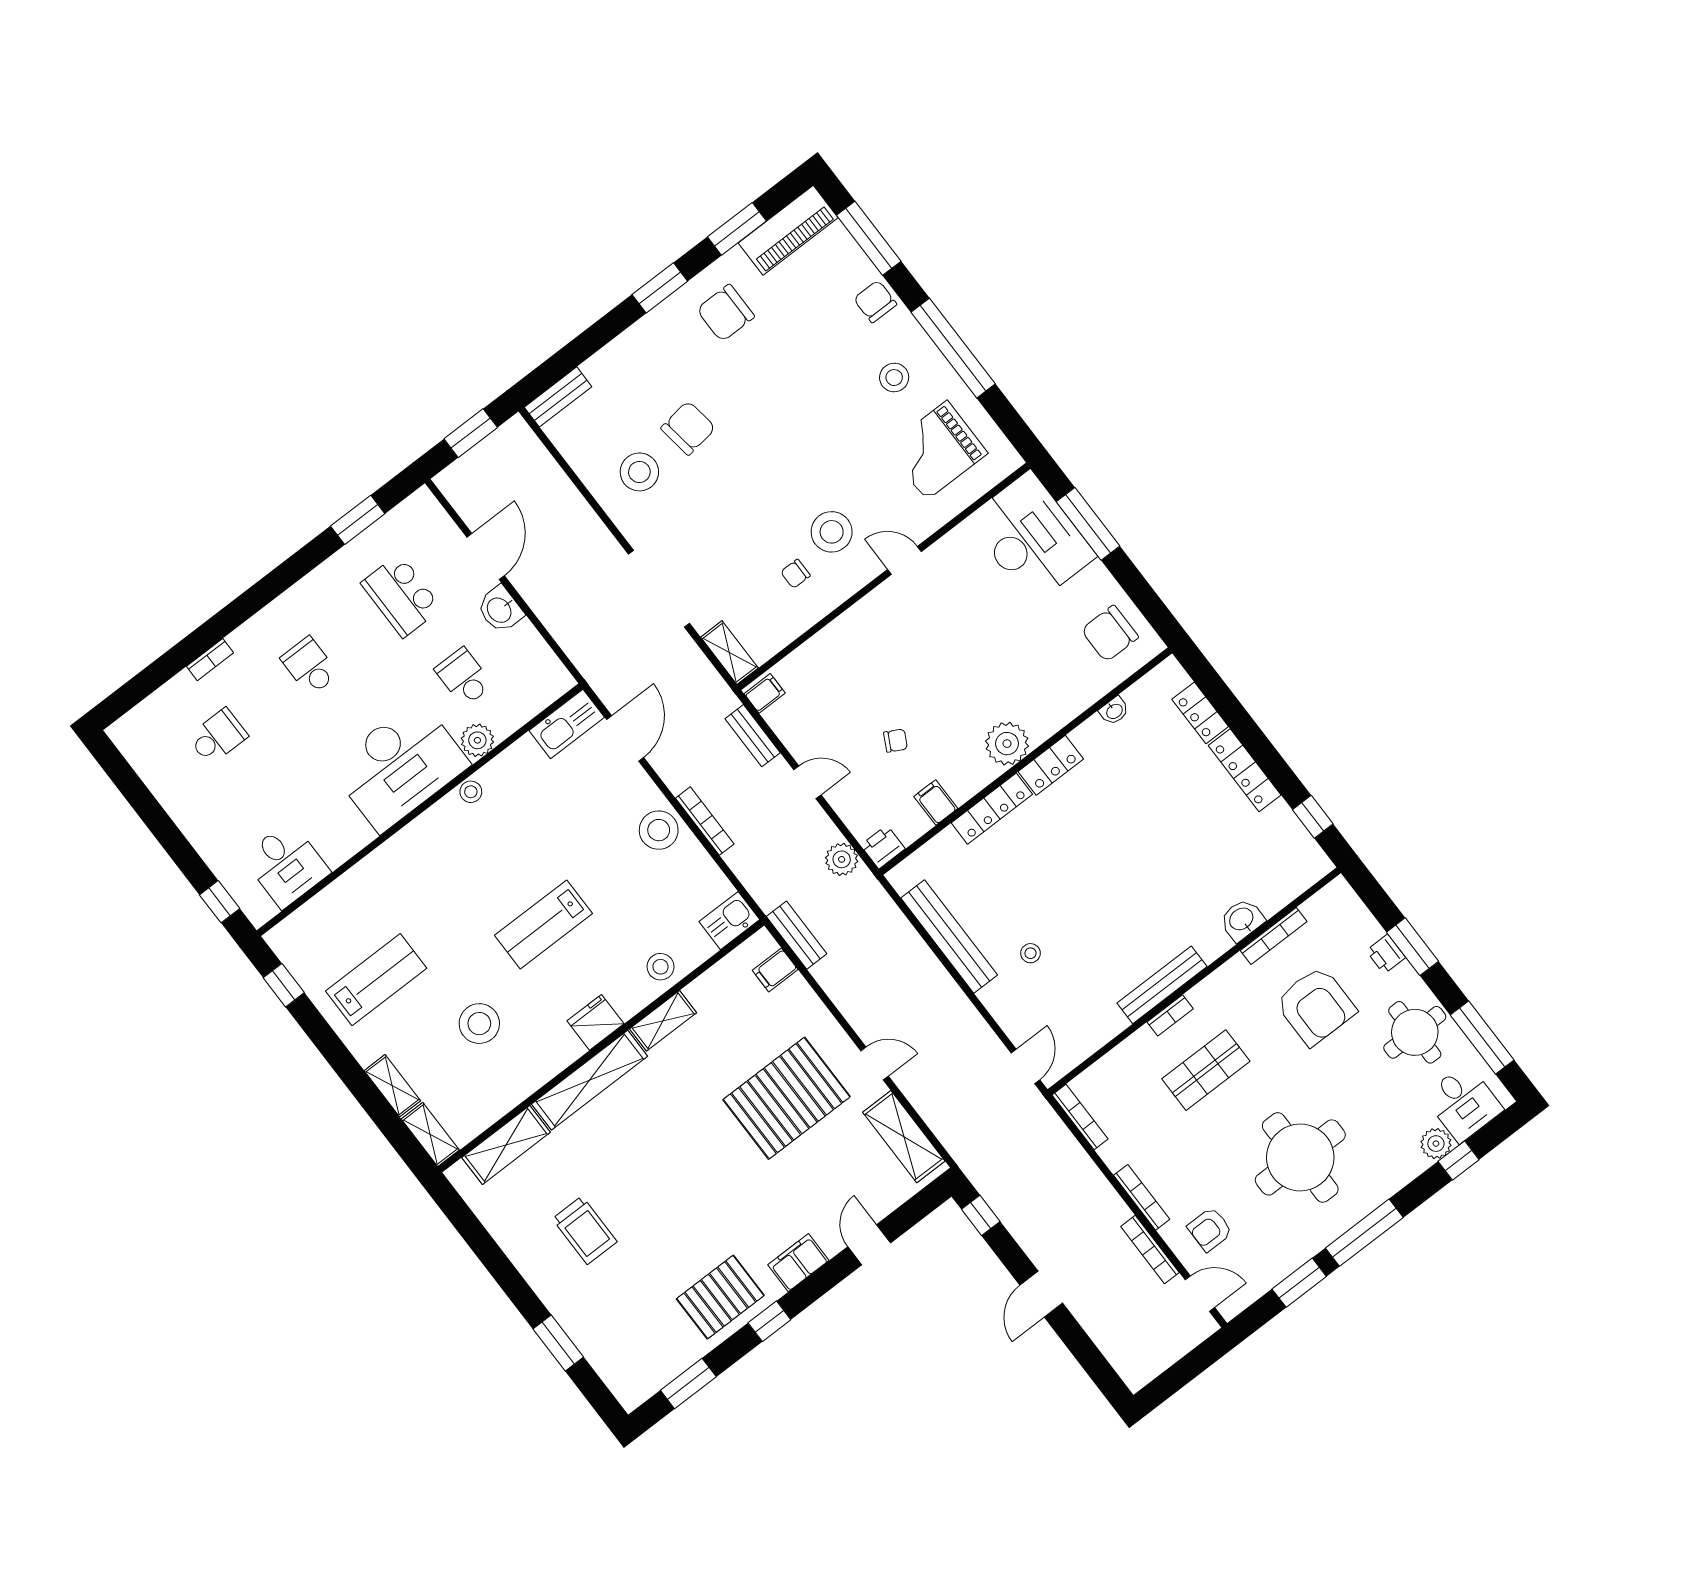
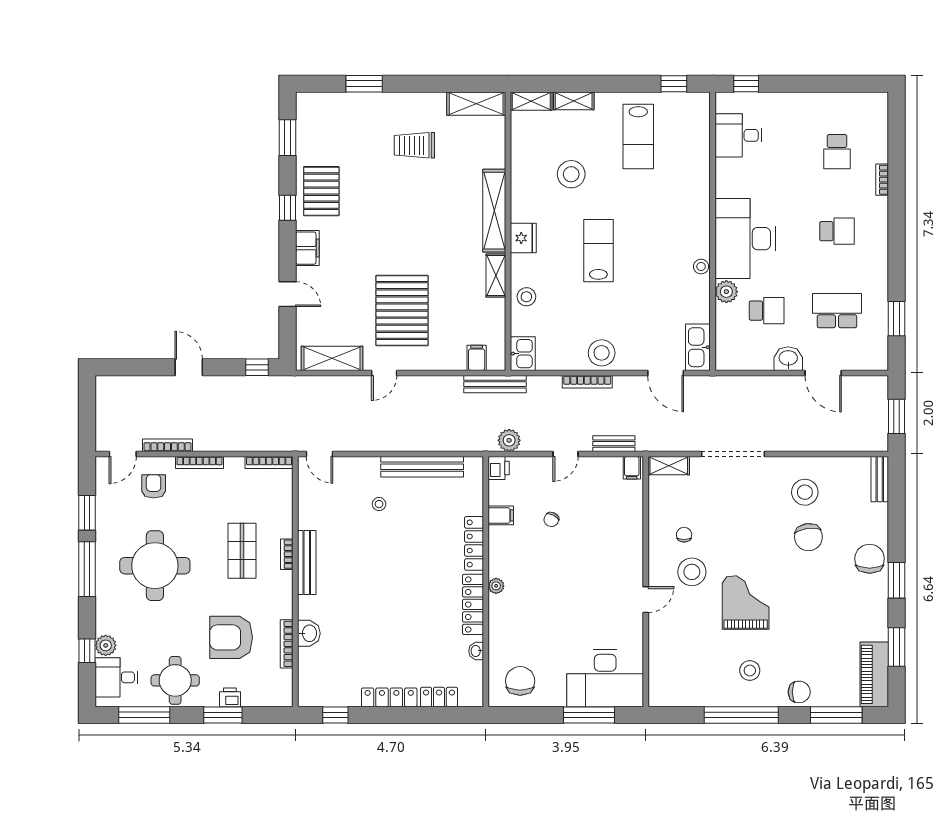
chair: (726, 313) -> (870, 559), moved
grand piano: (937, 450) -> (746, 603), moved
plant: (1007, 744) -> (496, 586), width x0.53, depth x0.53
locker: (1051, 765) -> (473, 604), width x1.53
bench: (797, 935) -> (495, 384), width x1.36
shelving: (506, 1145) -> (476, 104), moved, turned 90

